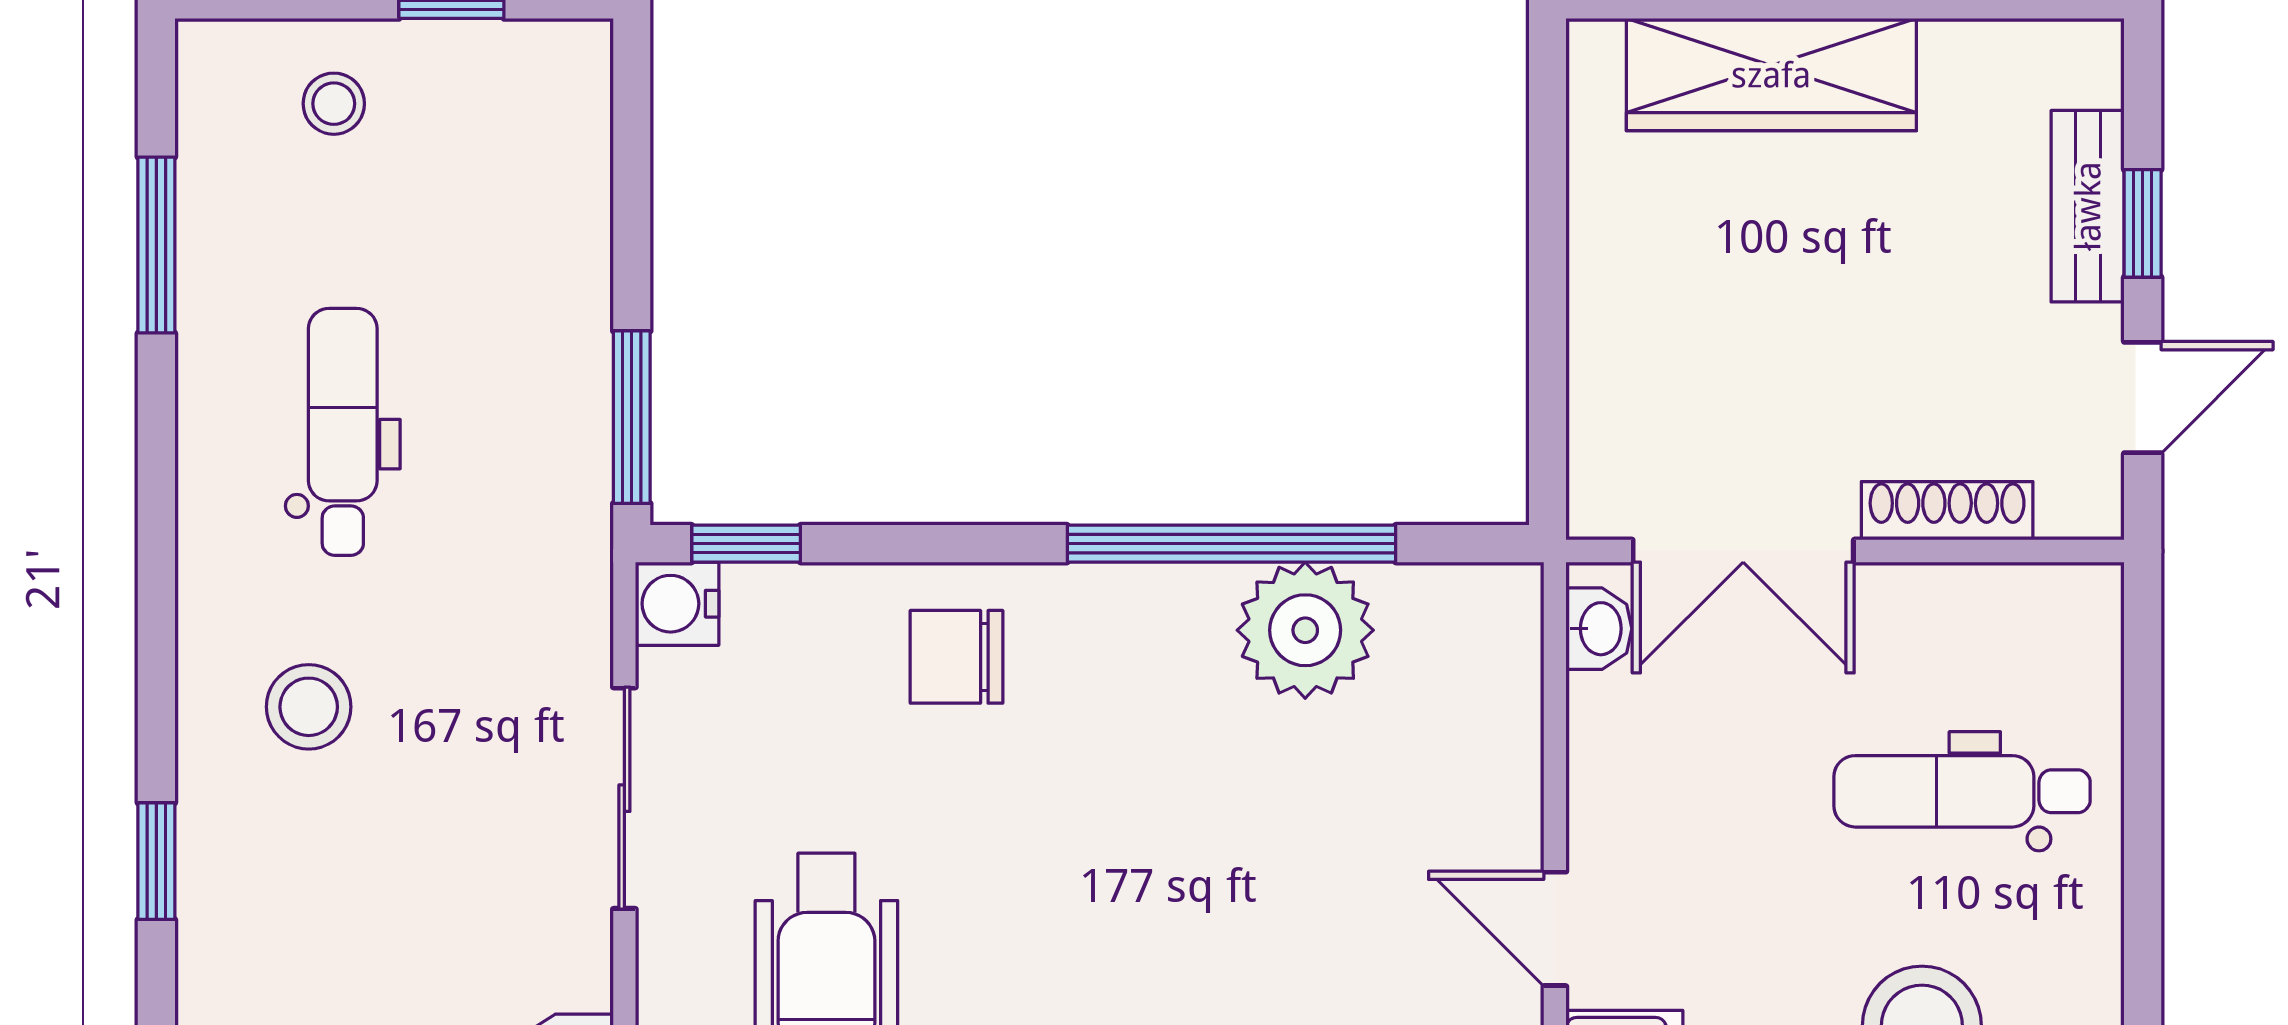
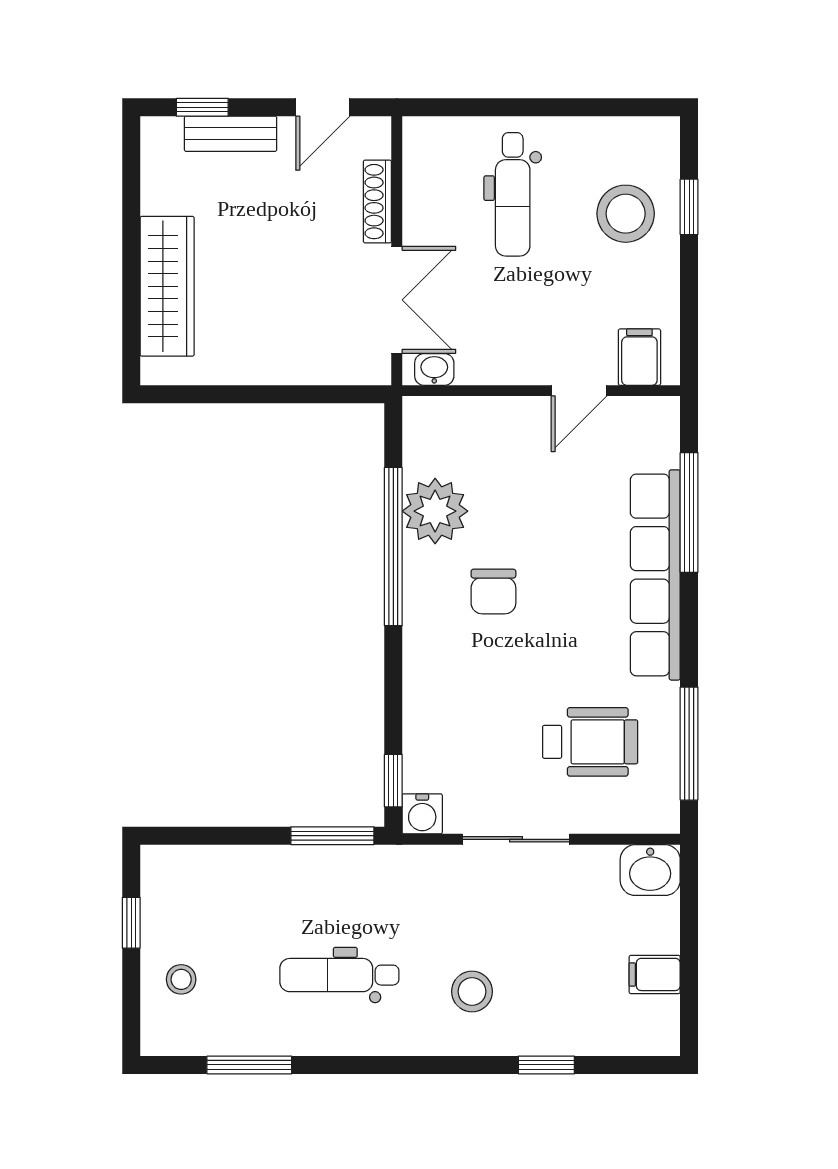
window: (2143, 223) -> (202, 107), moved
door: (2143, 397) -> (323, 107), swing flipped
chair: (957, 657) -> (493, 591), moved

